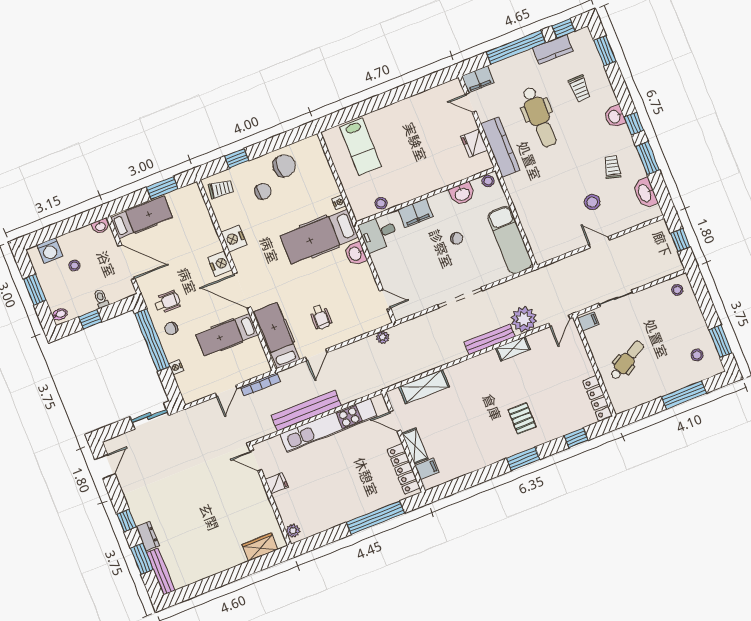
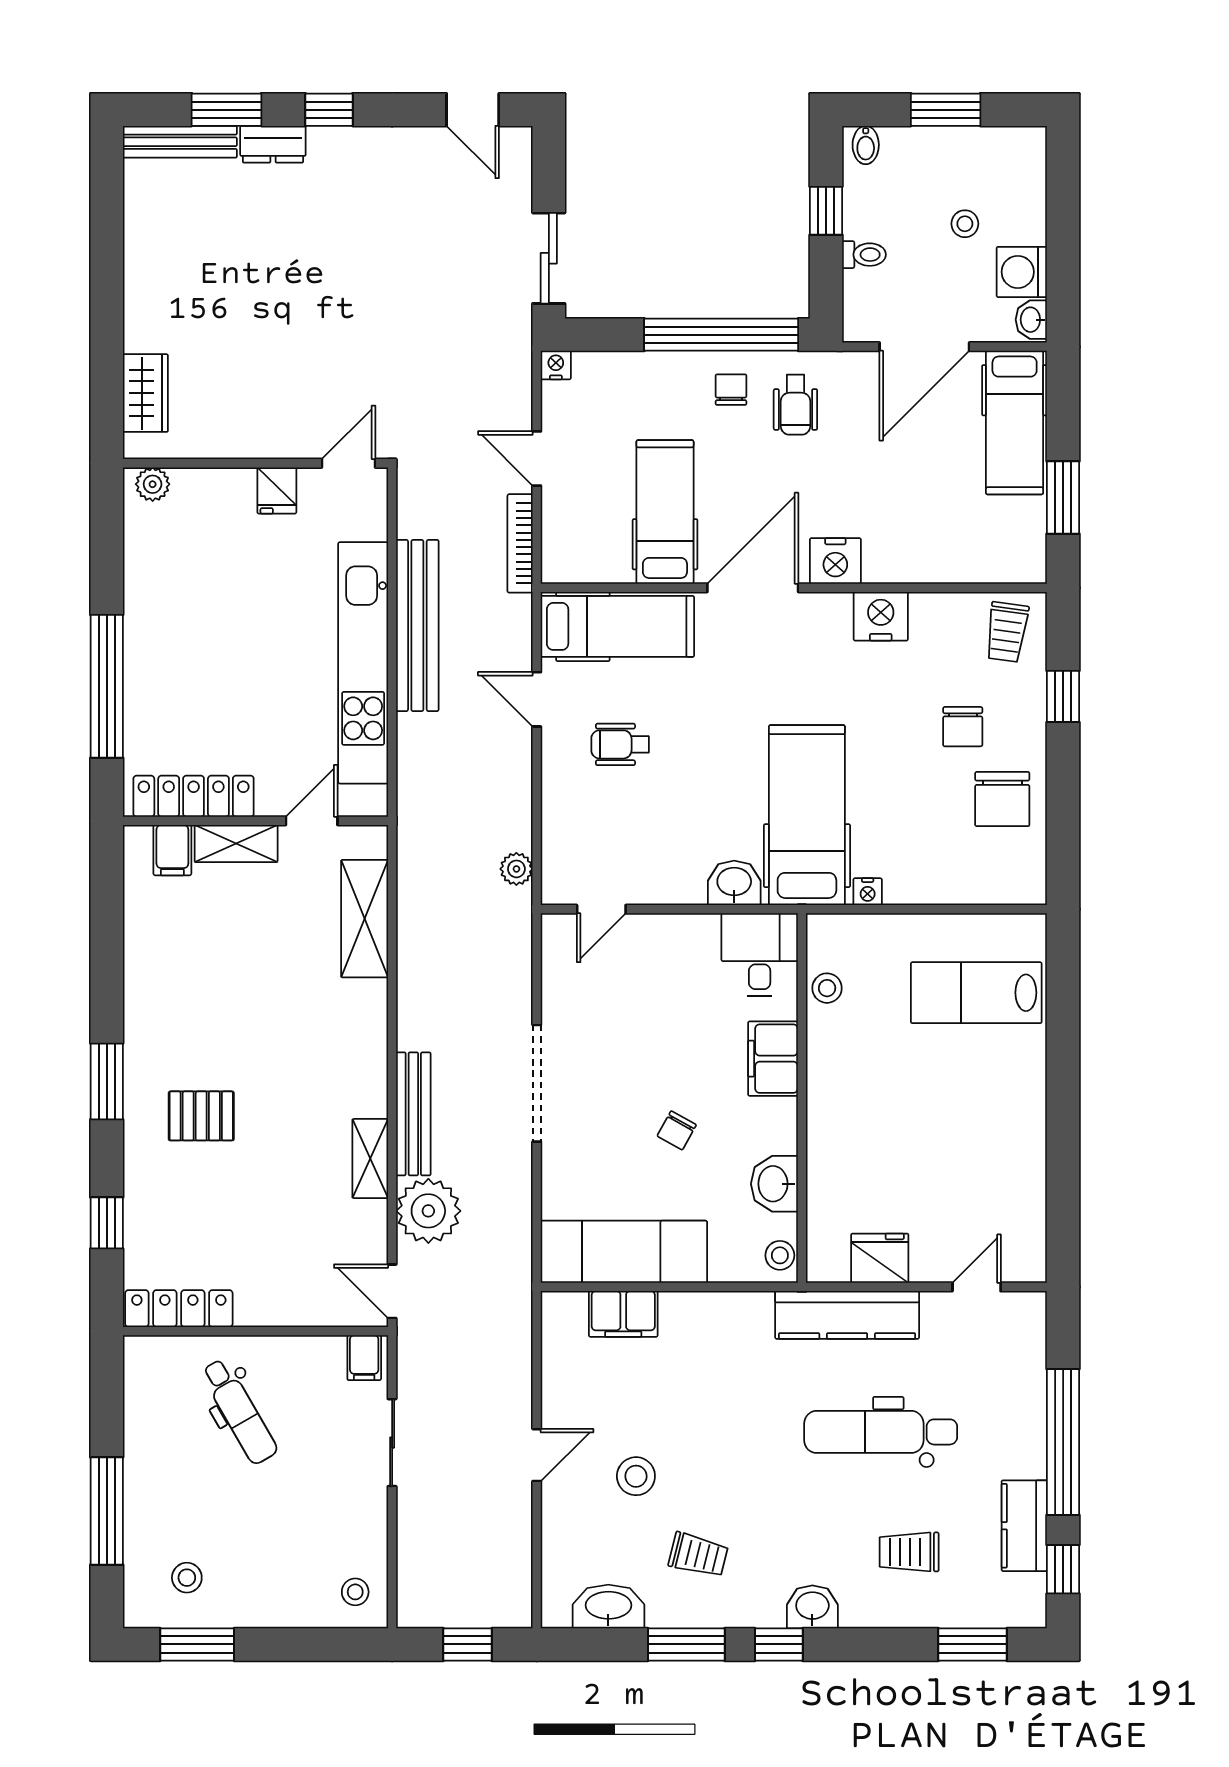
filing cabinet: (478, 79) -> (623, 1314), moved, turned -90
washing machine: (50, 251) -> (1022, 272), moved
nightstand: (176, 367) -> (556, 365), moved

